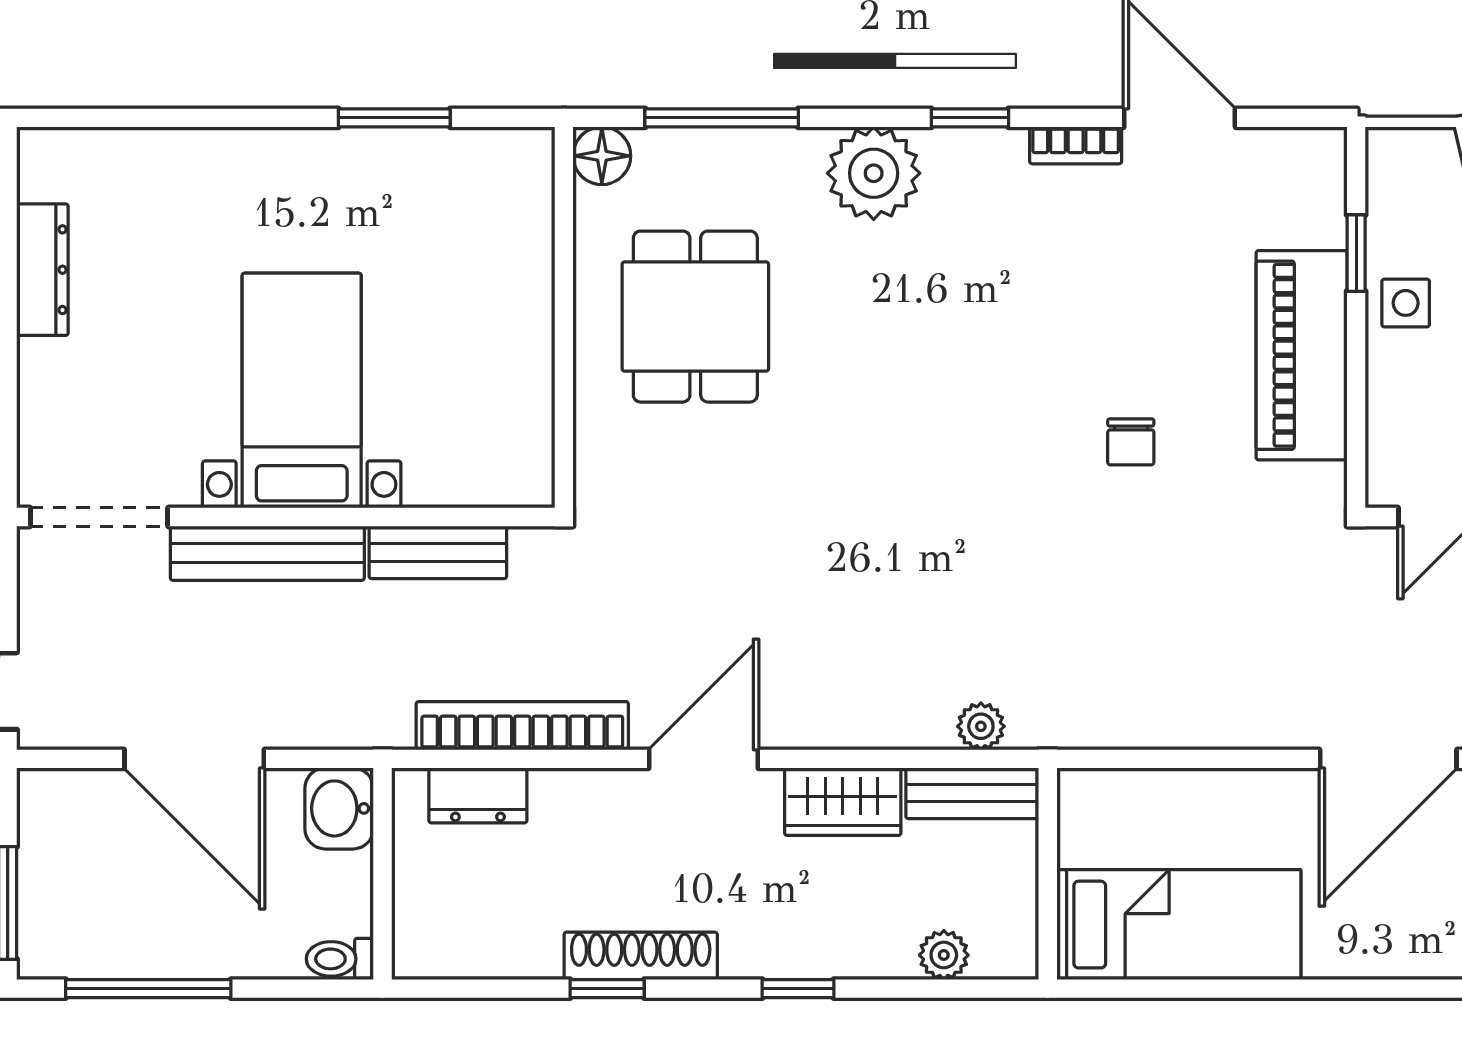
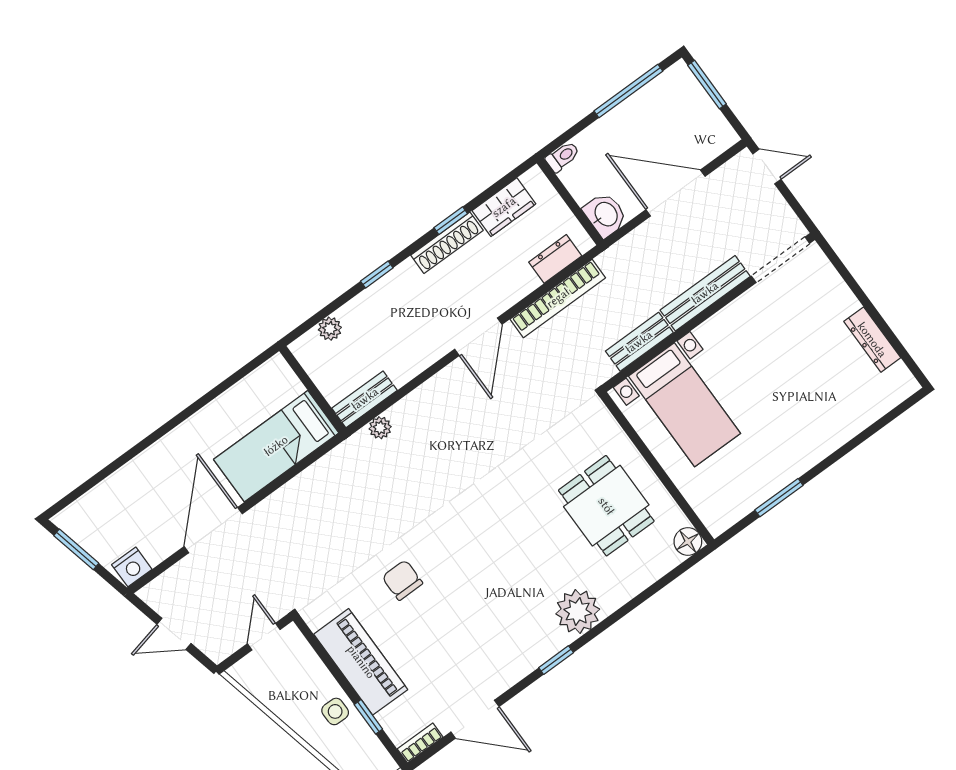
window: (722, 118) -> (652, 590), removed
bookcase: (1076, 145) -> (420, 743), moved
bed with nightstands: (302, 391) -> (685, 405), moved
chair: (1131, 442) -> (402, 580), width x1.37, depth x1.37
wardrobe: (843, 802) -> (504, 207), moved, turned 180
bed: (1179, 925) -> (276, 446), moved

